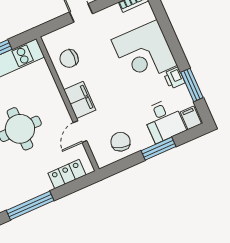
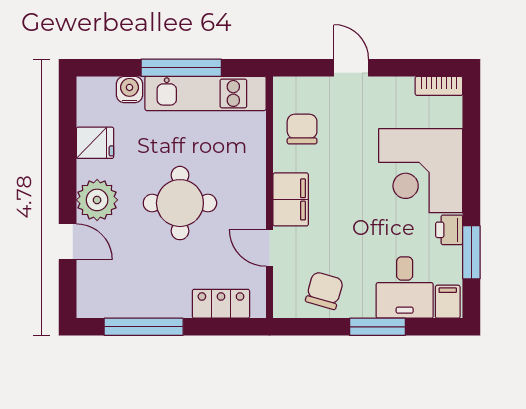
chair: (69, 59) -> (302, 129), turned 90
door: (80, 132) -> (270, 248), hinge flipped

